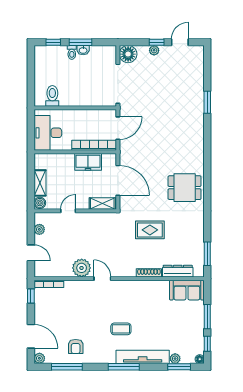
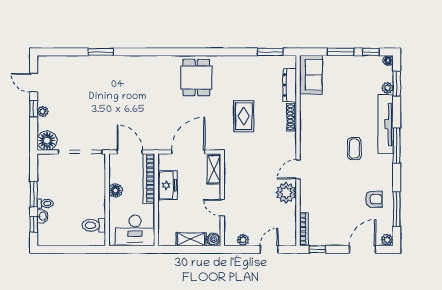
washbasin: (83, 50) -> (43, 216), moved
floor lamp: (83, 115) -> (115, 190), added

